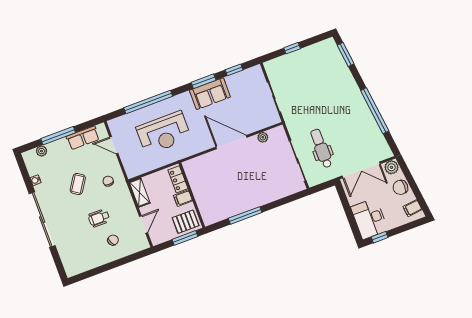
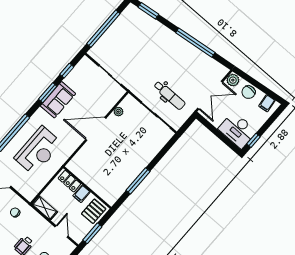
window: (292, 48) -> (103, 29), width x3.17
dental chair: (321, 148) -> (169, 95), turned 180
window: (185, 238) -> (92, 233), moved

